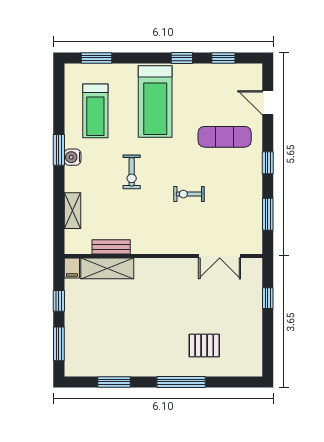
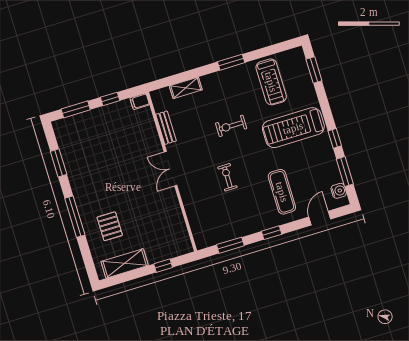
window: (223, 58) -> (345, 172), width x1.50
treadmill: (95, 111) -> (271, 82), turned -90
water cooler: (73, 157) -> (339, 191), moved, turned 90
double door: (220, 256) -> (171, 169), moved
shelving: (107, 268) -> (125, 263), moved, turned 90

